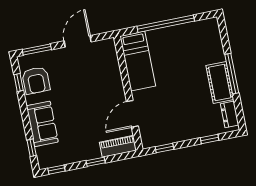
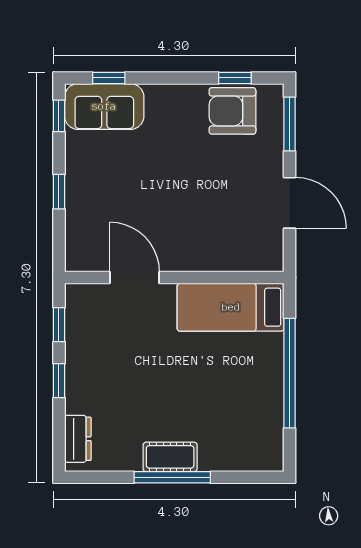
cot: (220, 83) -> (170, 457), width x0.73, depth x0.75
dresser: (230, 114) -> (78, 439), moved, turned 90
sofa: (42, 124) -> (104, 106), moved
window: (210, 139) -> (59, 381), moved
piano: (118, 146) -> (79, 239), removed

